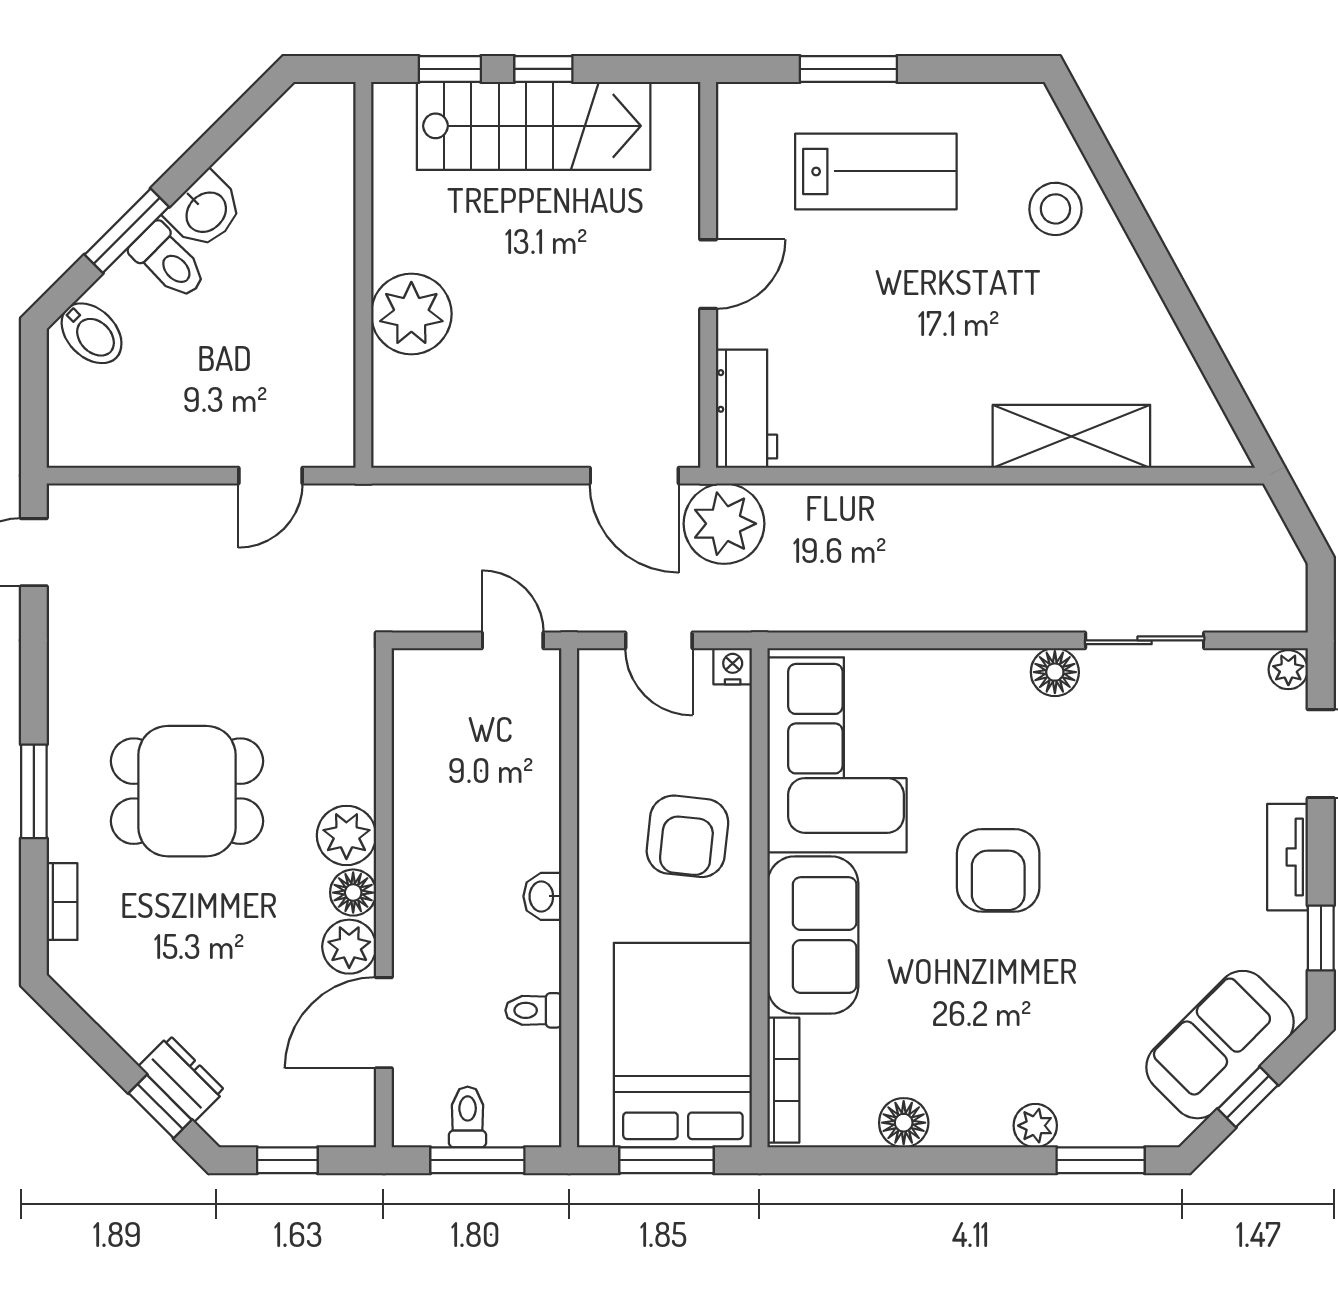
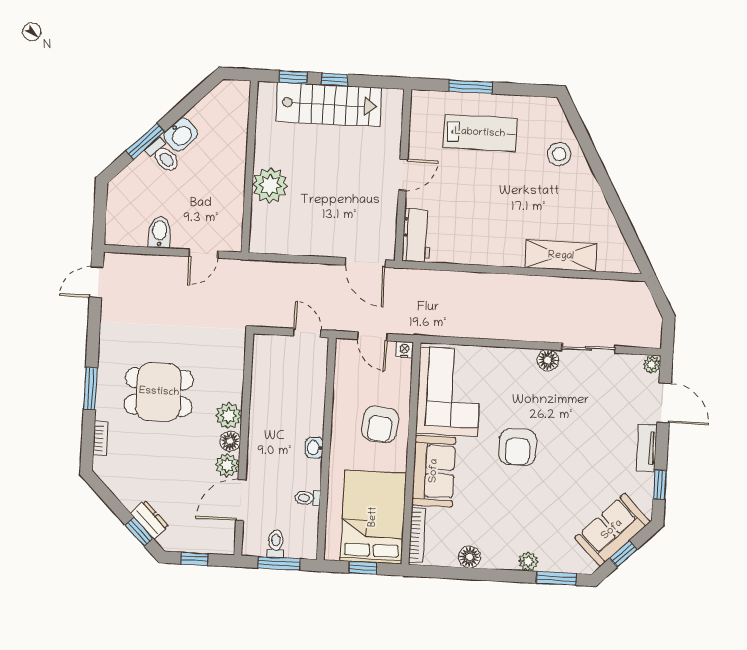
bidet: (92, 333) -> (160, 232), moved, turned -135
plant: (724, 524) -> (404, 286), removed
window: (667, 1160) -> (363, 568), width x0.67

